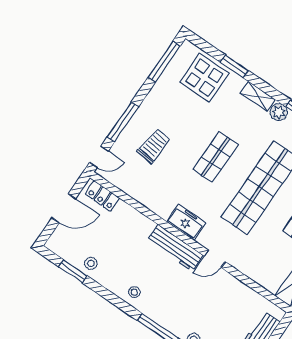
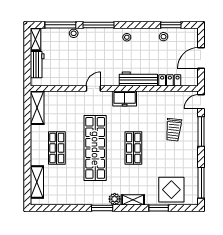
locker: (102, 196) -> (170, 80), moved
workbench: (175, 248) -> (138, 79), moved

